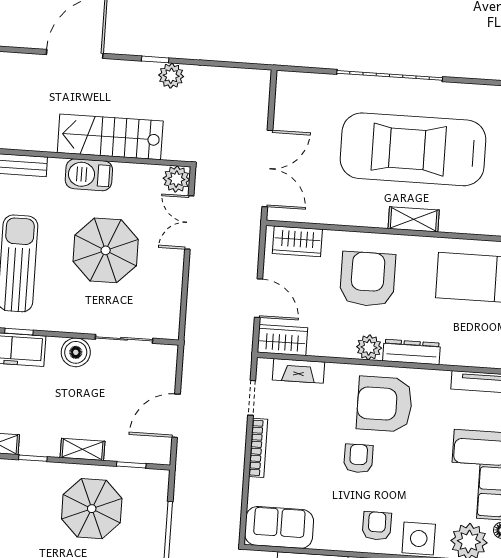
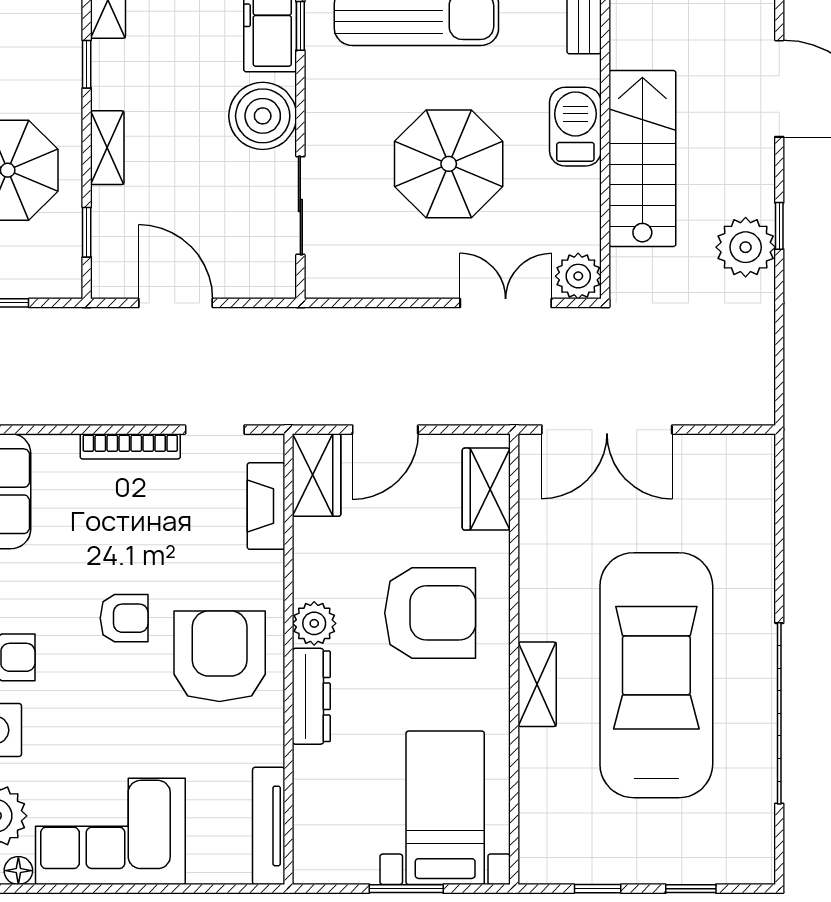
garage door: (390, 75) -> (779, 713), moved
plant: (171, 76) -> (746, 247), width x1.36, depth x1.36
boiler: (76, 352) -> (263, 116), width x1.37, depth x1.37

